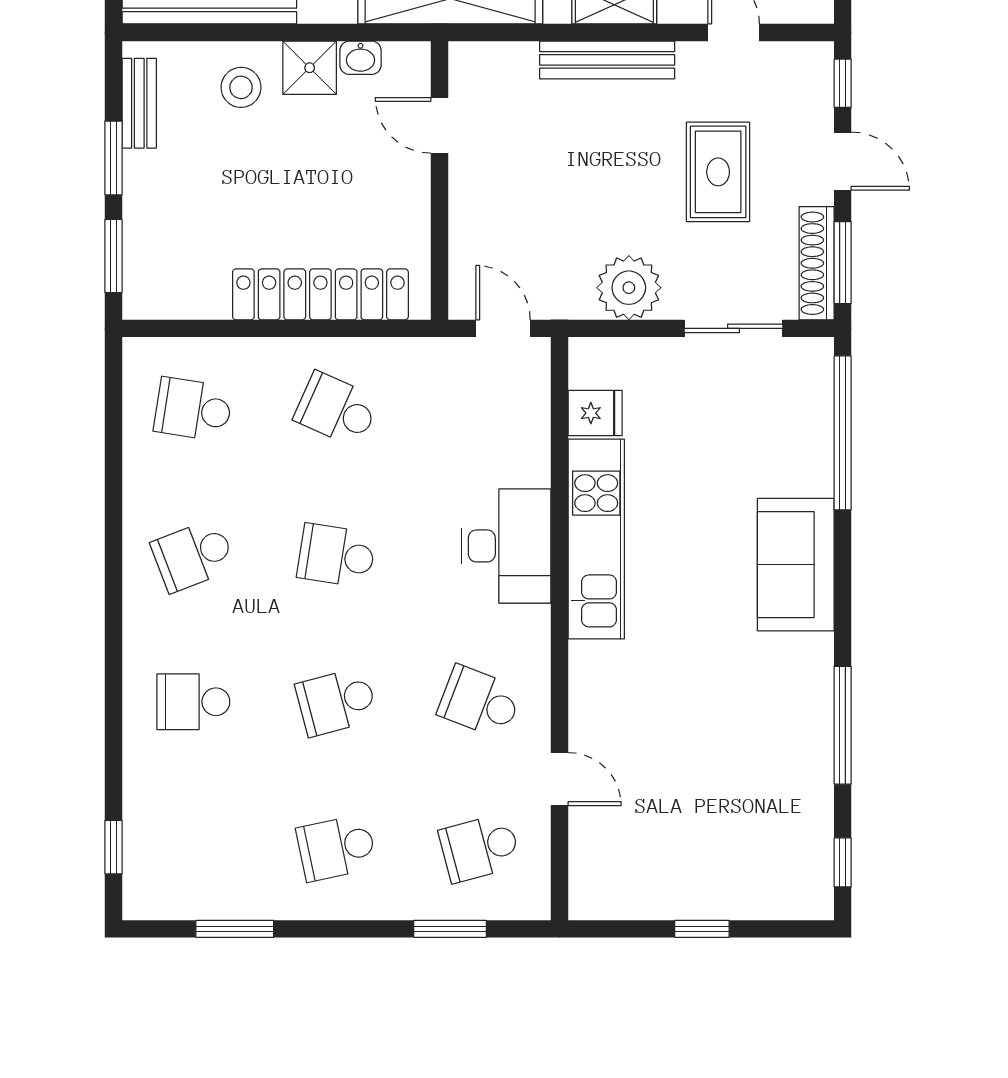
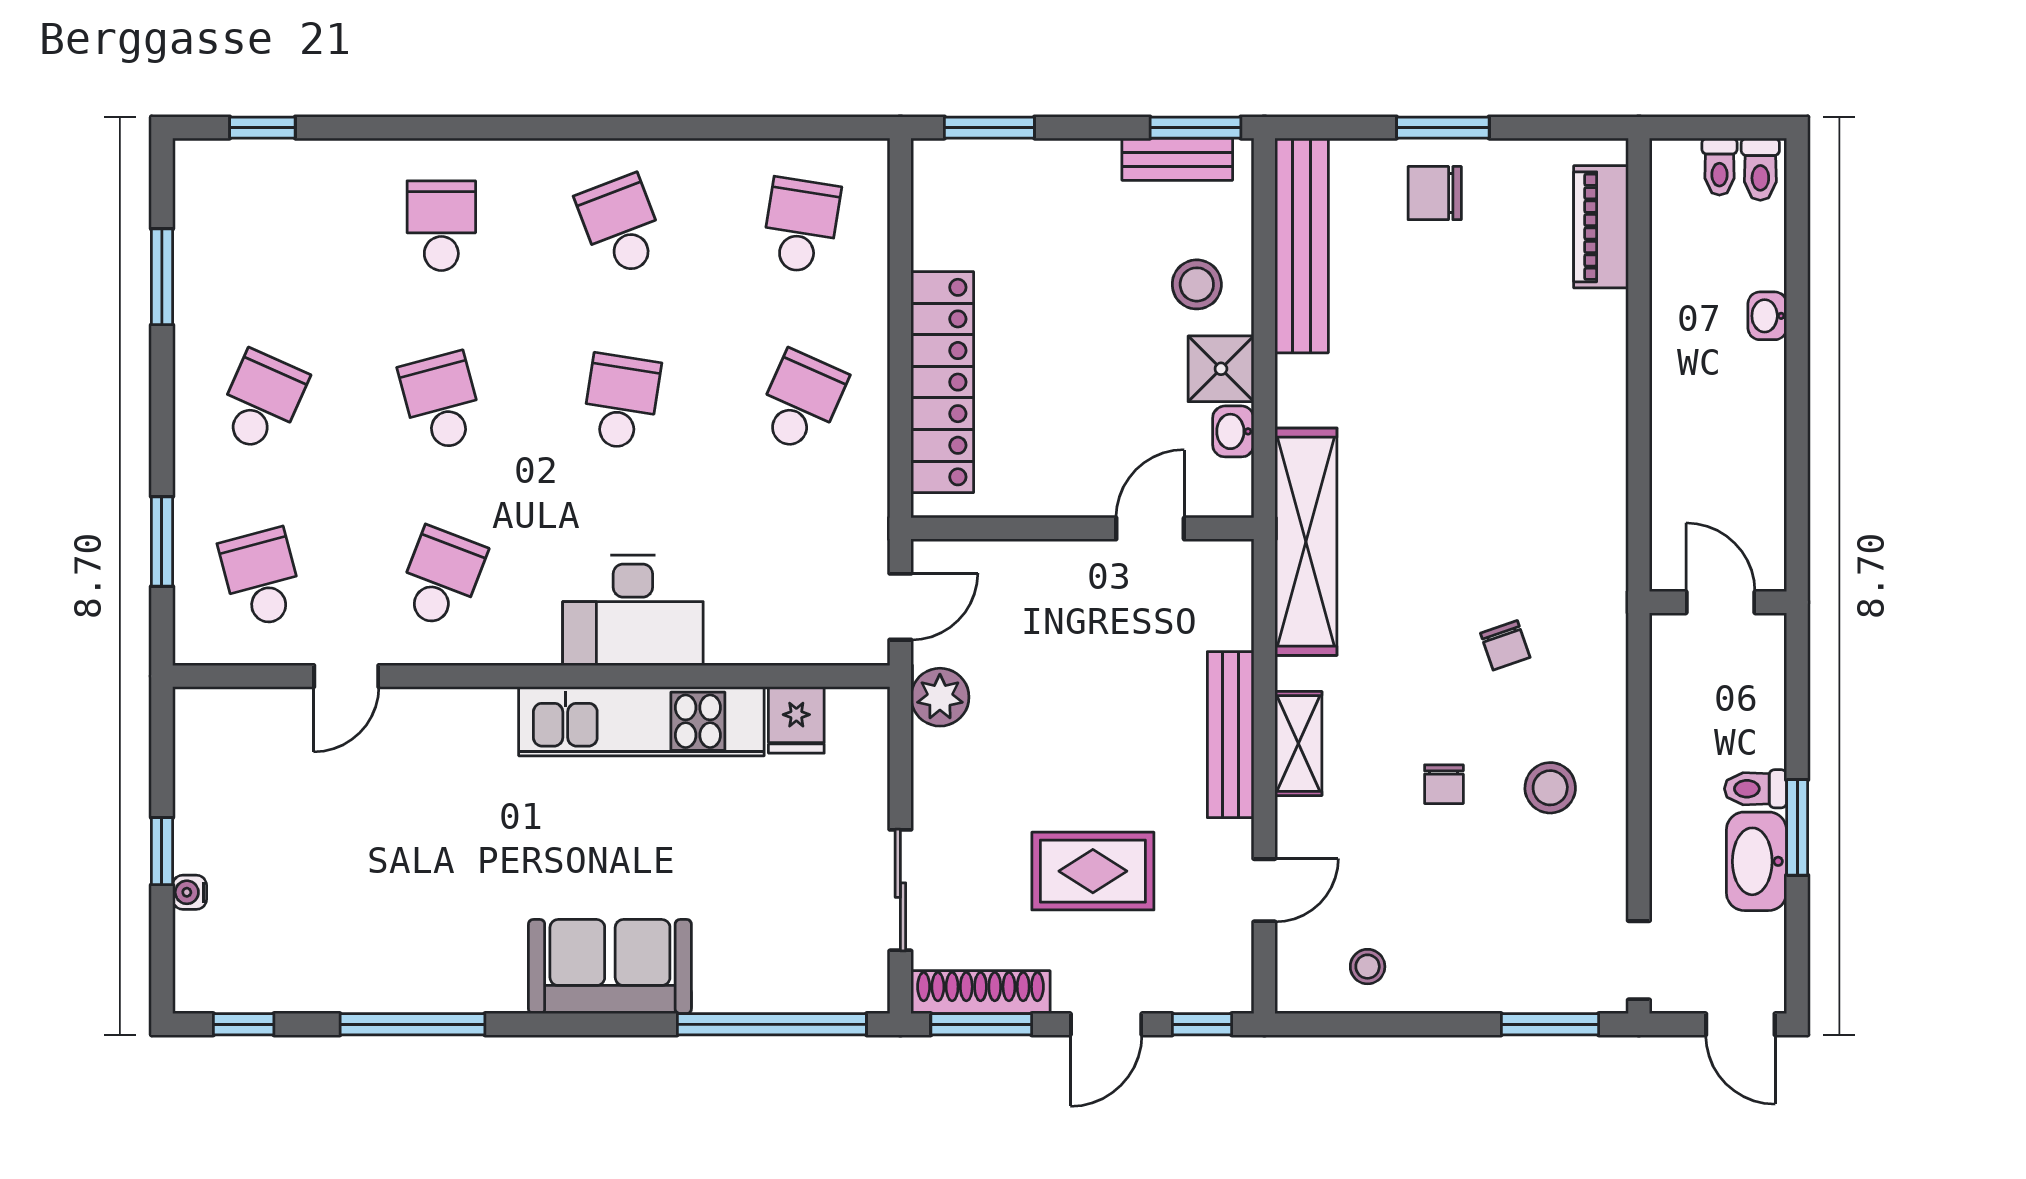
window: (113, 158) -> (1195, 128), moved
plant: (629, 288) -> (940, 697), moved, width x0.73, depth x0.73
school desk: (336, 848) -> (261, 402), turned 36
water cooler: (735, 906) -> (190, 892), added

